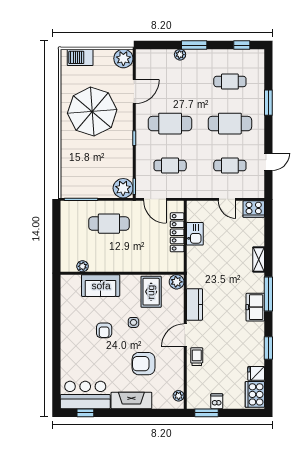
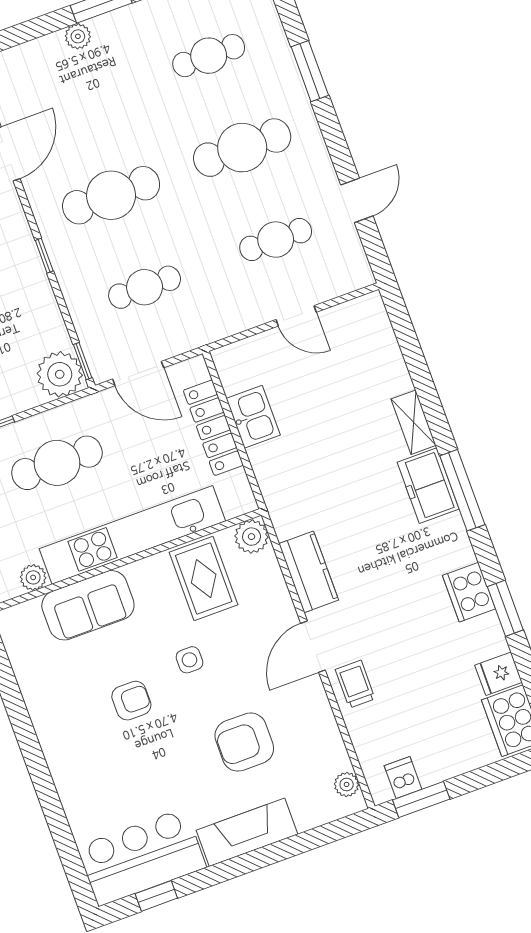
cooker: (254, 209) -> (469, 592), moved, turned 90
kitchen unit: (129, 264) -> (132, 535), added
freezer: (255, 307) -> (428, 486), moved
armchair: (104, 330) -> (131, 701), turned -90
dishwasher: (217, 401) -> (403, 777), moved

